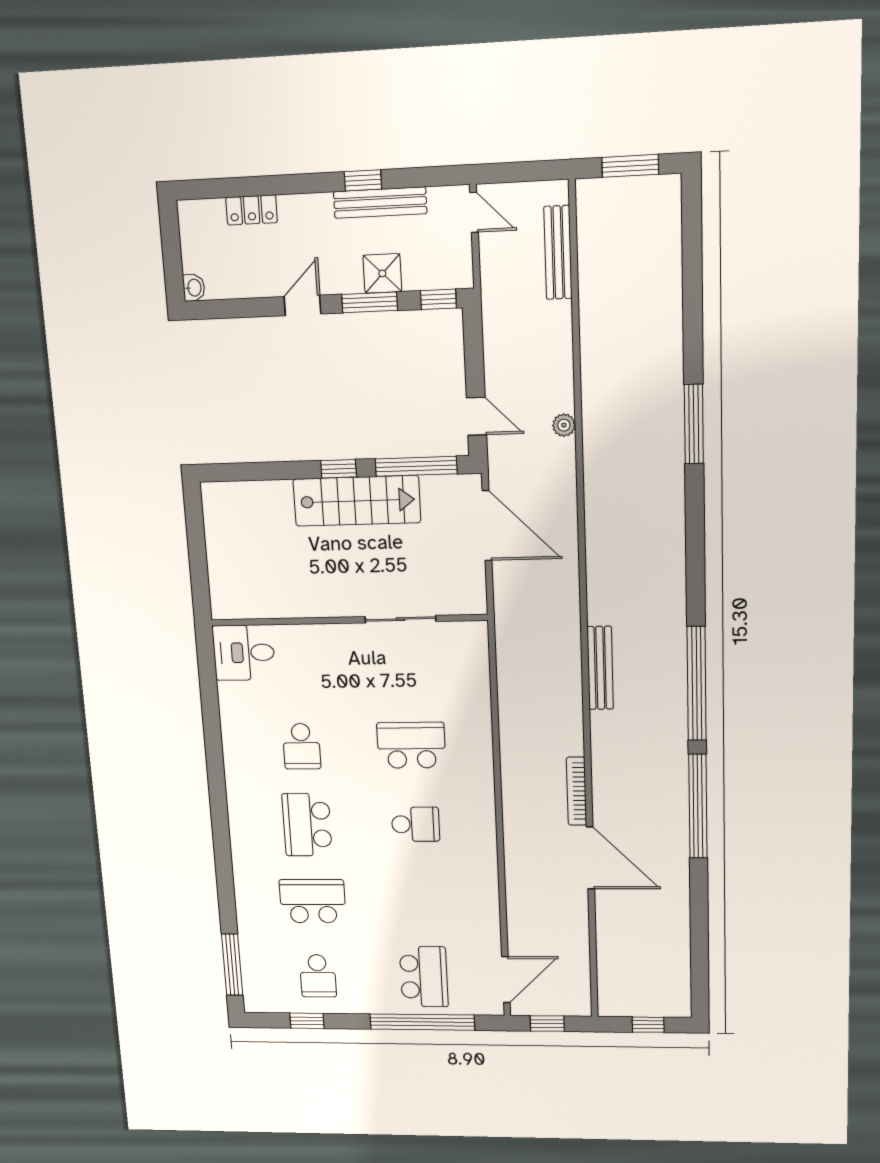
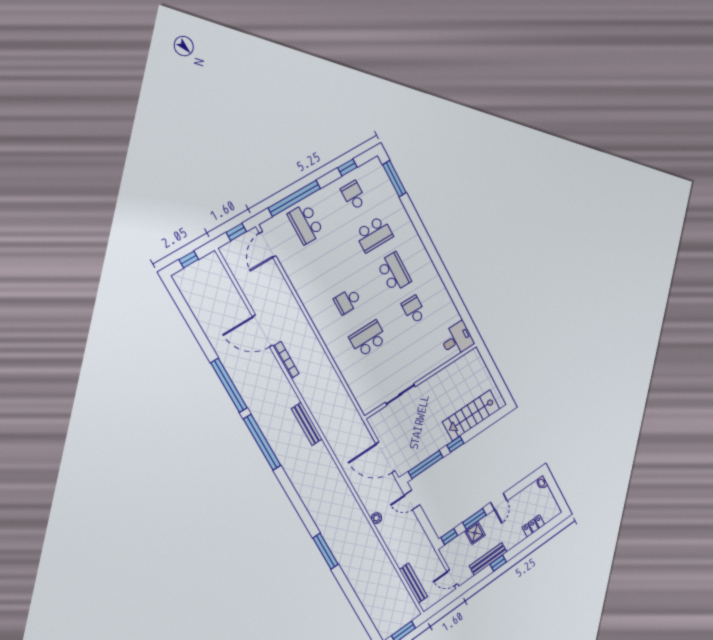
stairs: (357, 501) -> (471, 415), moved
school desk: (411, 745) -> (368, 339), turned 180

